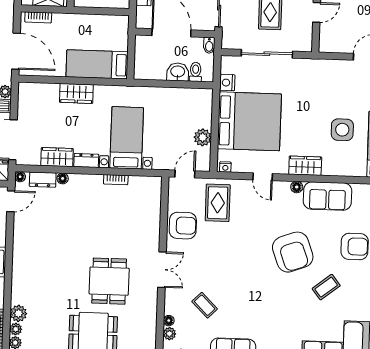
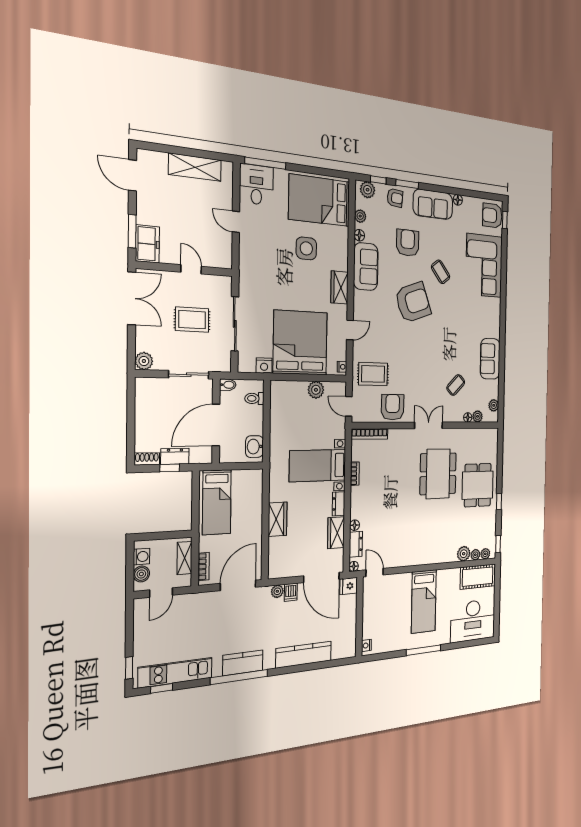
bed: (97, 64) -> (217, 502), moved
washbasin: (178, 72) -> (254, 447), moved
floor lamp: (297, 187) -> (359, 235), moved
bookcase: (156, 198) -> (370, 434), added
dining table: (109, 281) -> (438, 474), width x1.38

